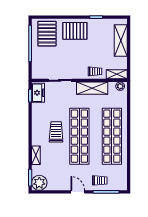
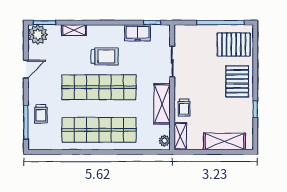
freezer: (38, 93) -> (138, 33), moved
door: (78, 192) -> (26, 69), moved

